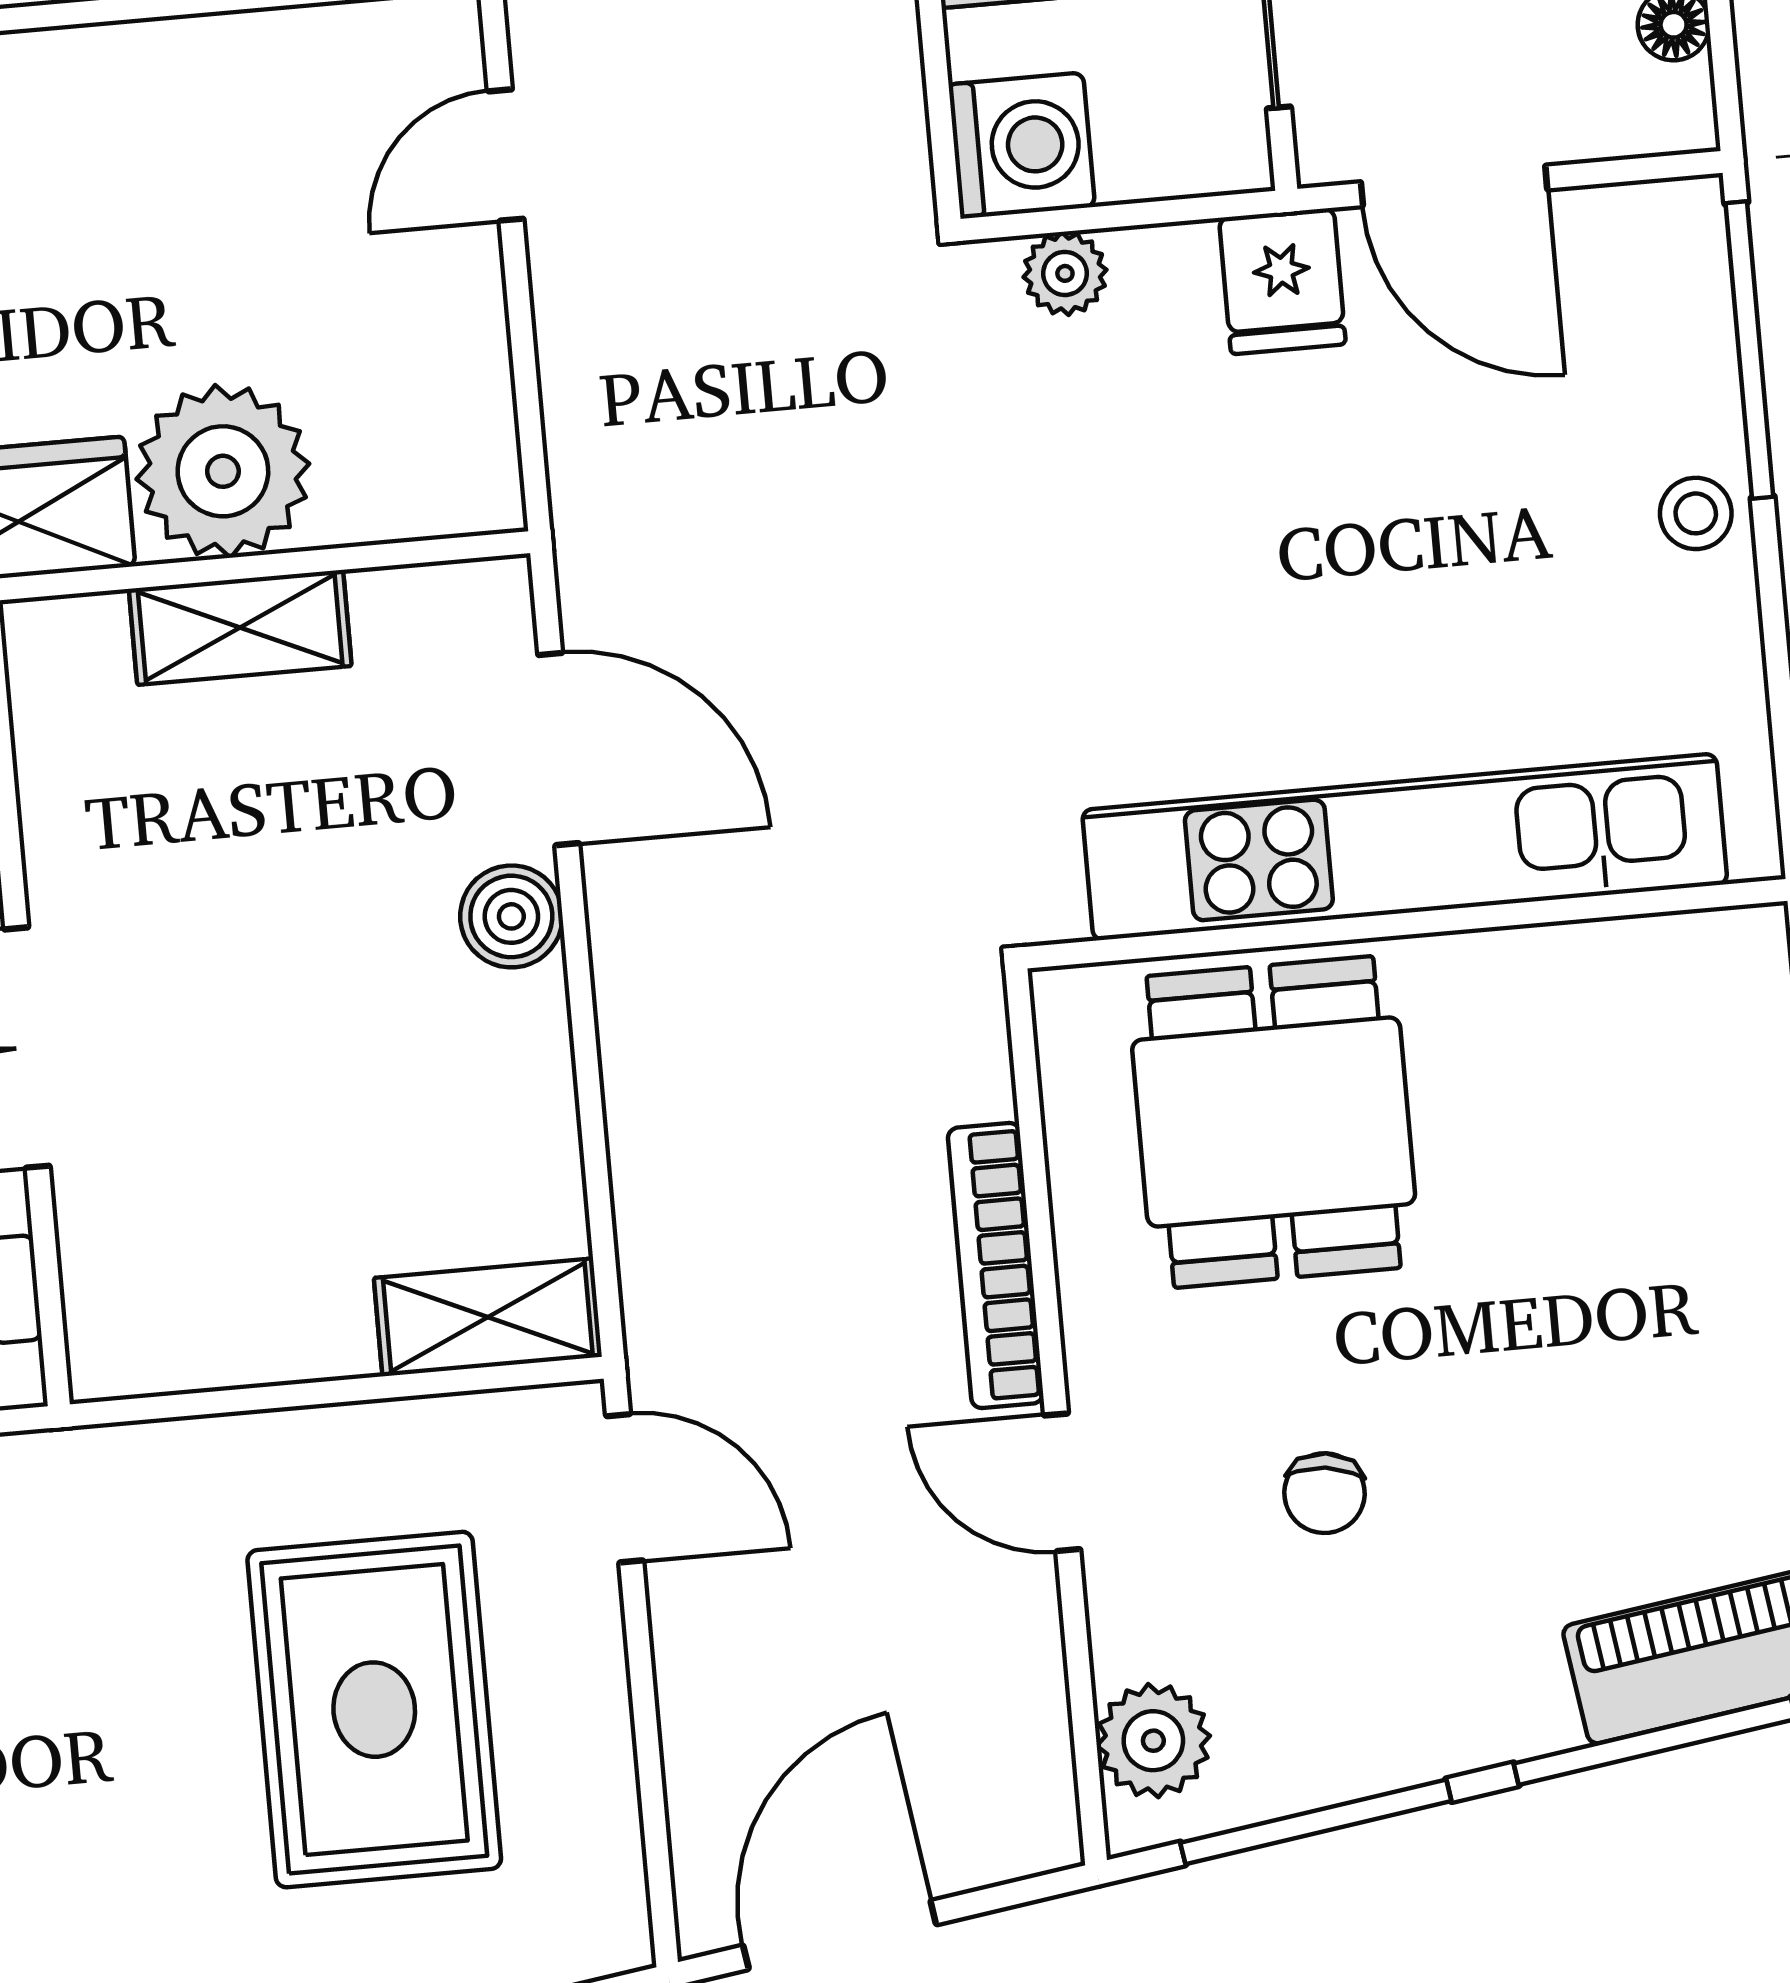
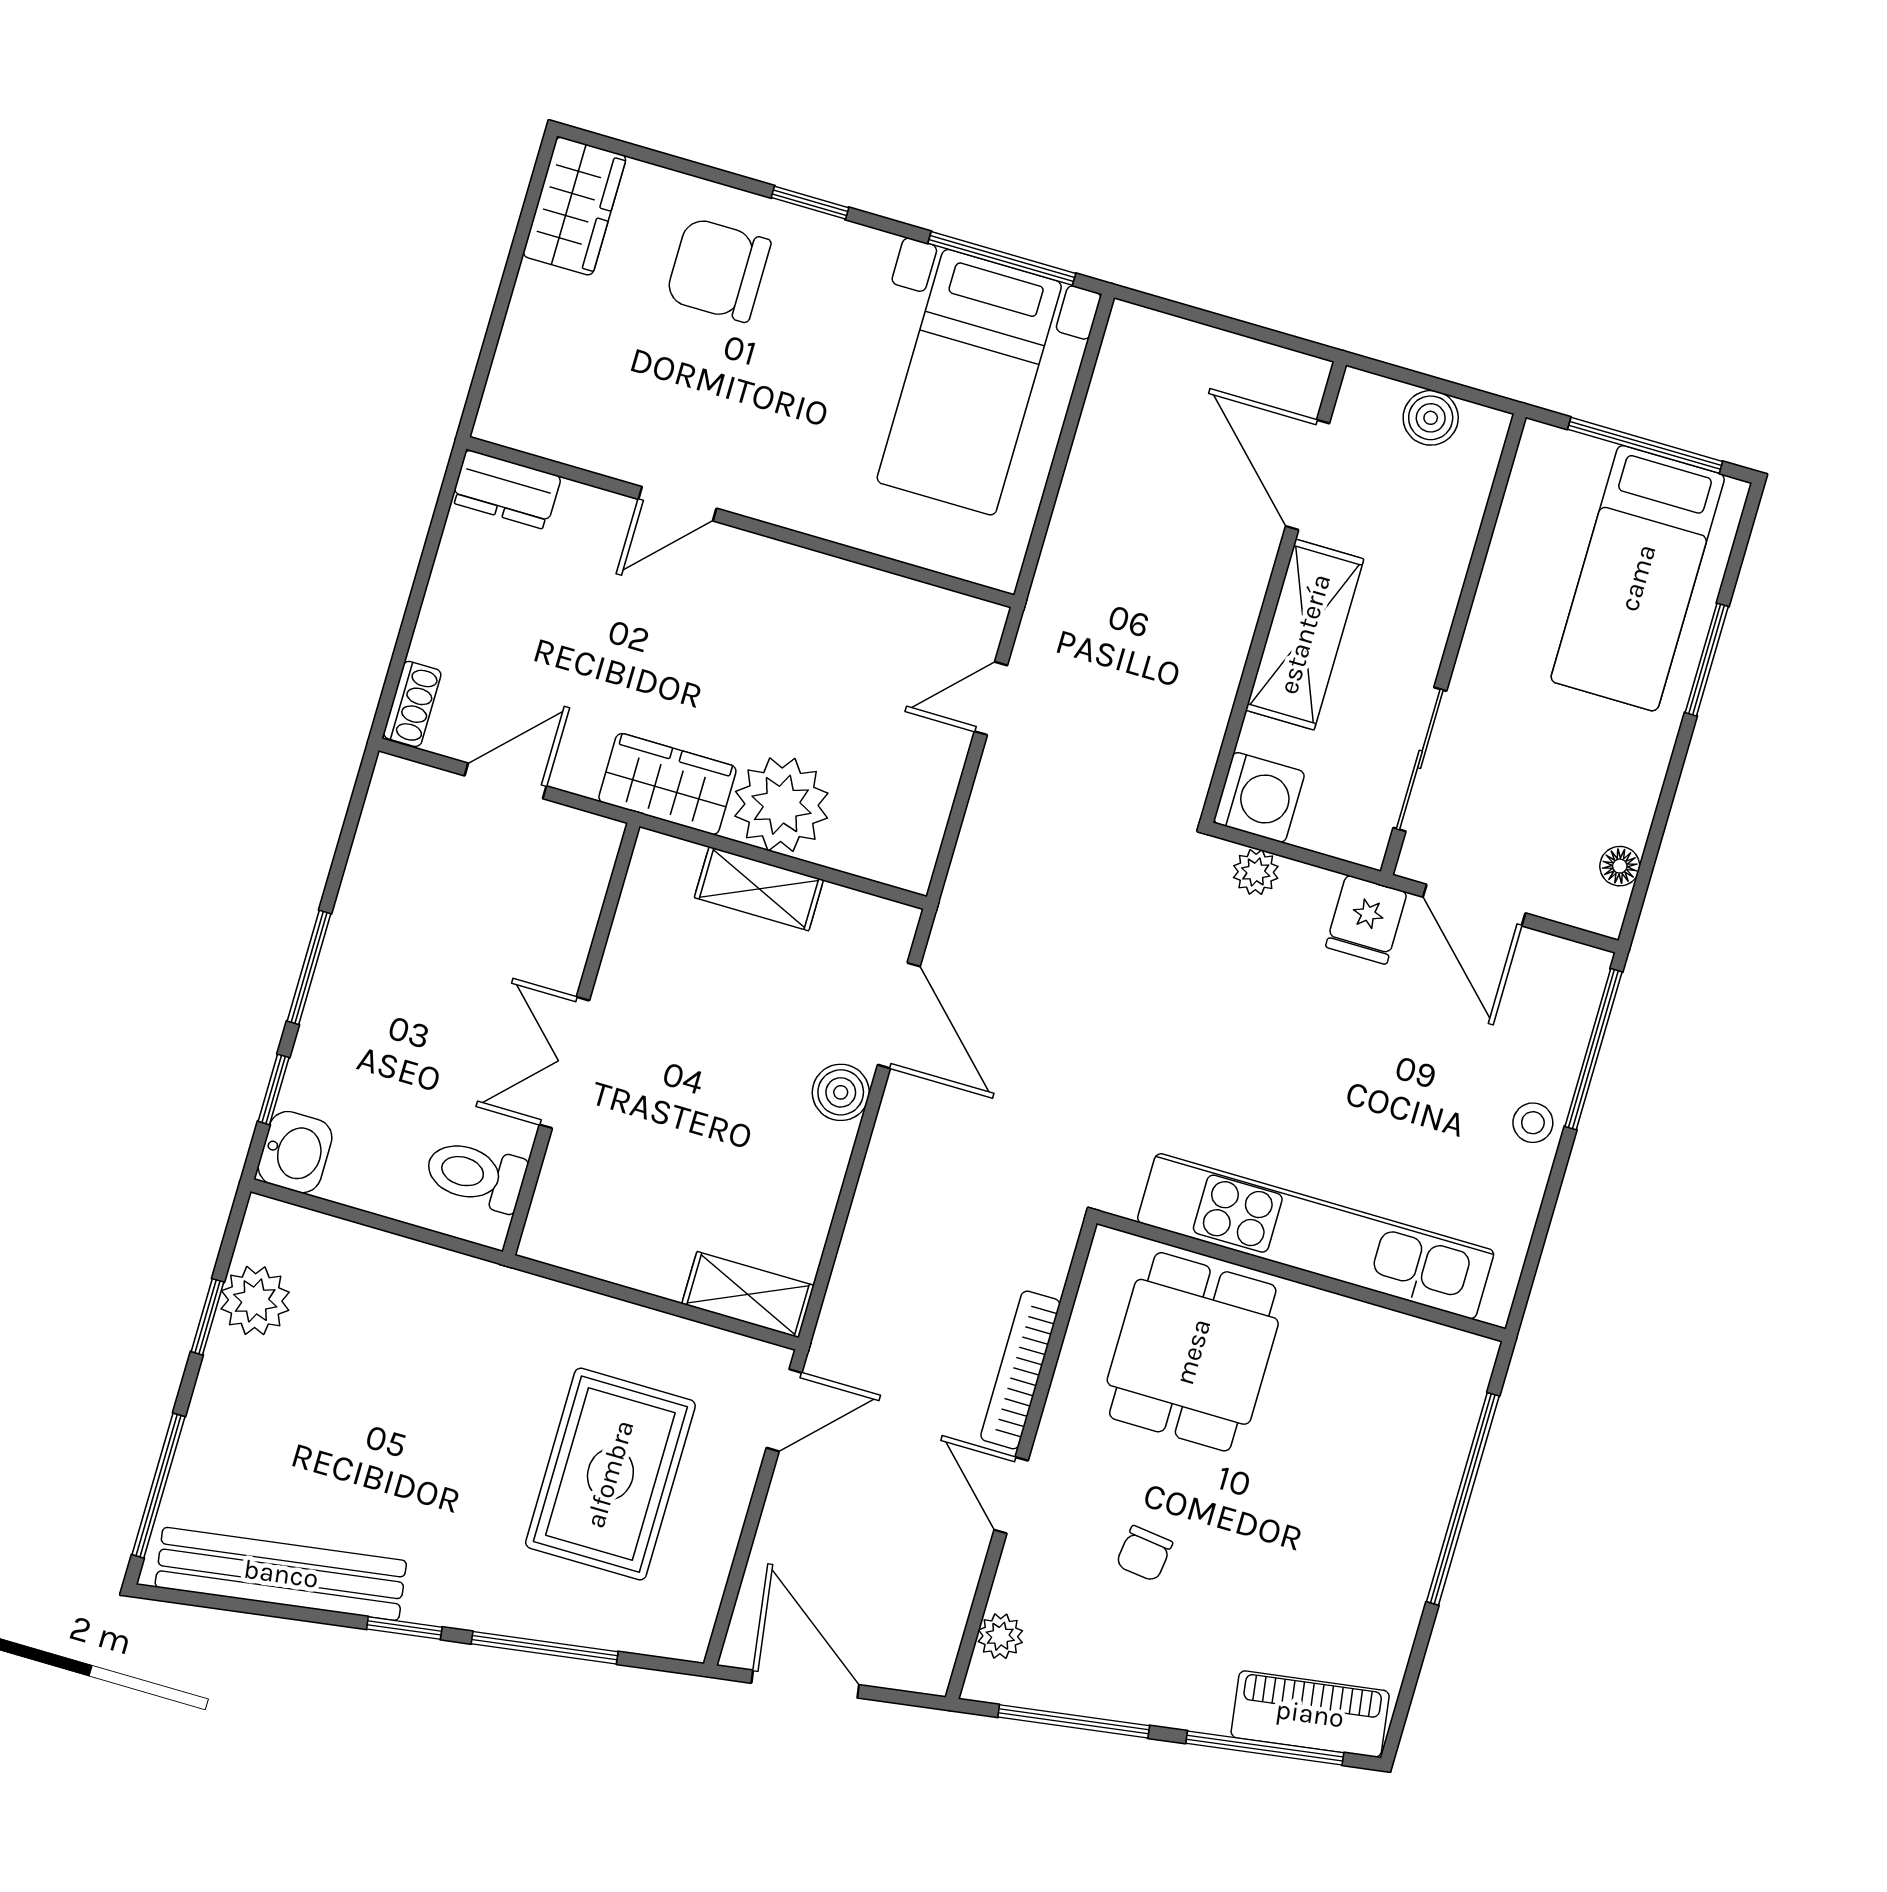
door: (625, 1488) -> (784, 1410), hinge flipped
plant: (1153, 1741) -> (1000, 1636), width x0.73, depth x0.73
door: (840, 1935) -> (805, 1684), hinge flipped

